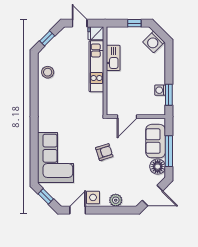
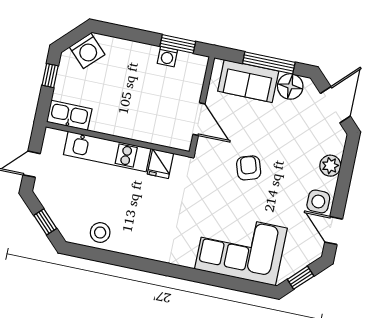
fridge: (96, 33) -> (160, 164), moved
kitchen sink: (113, 58) -> (69, 115), moved

